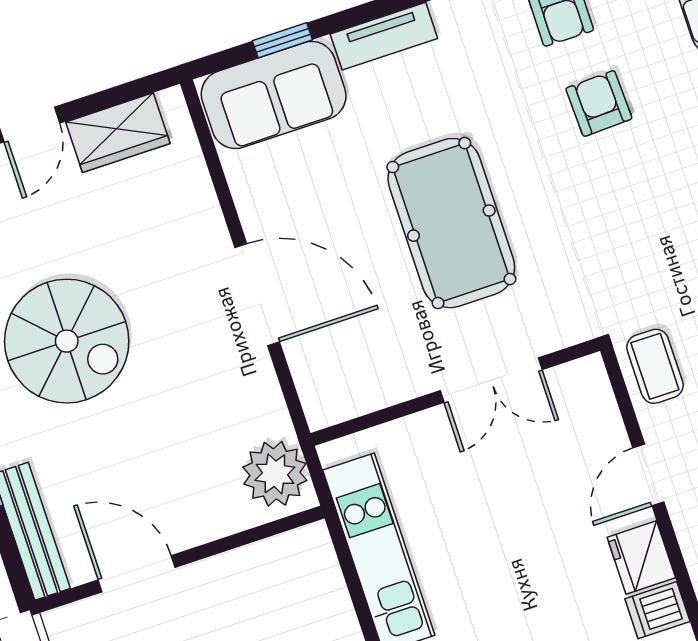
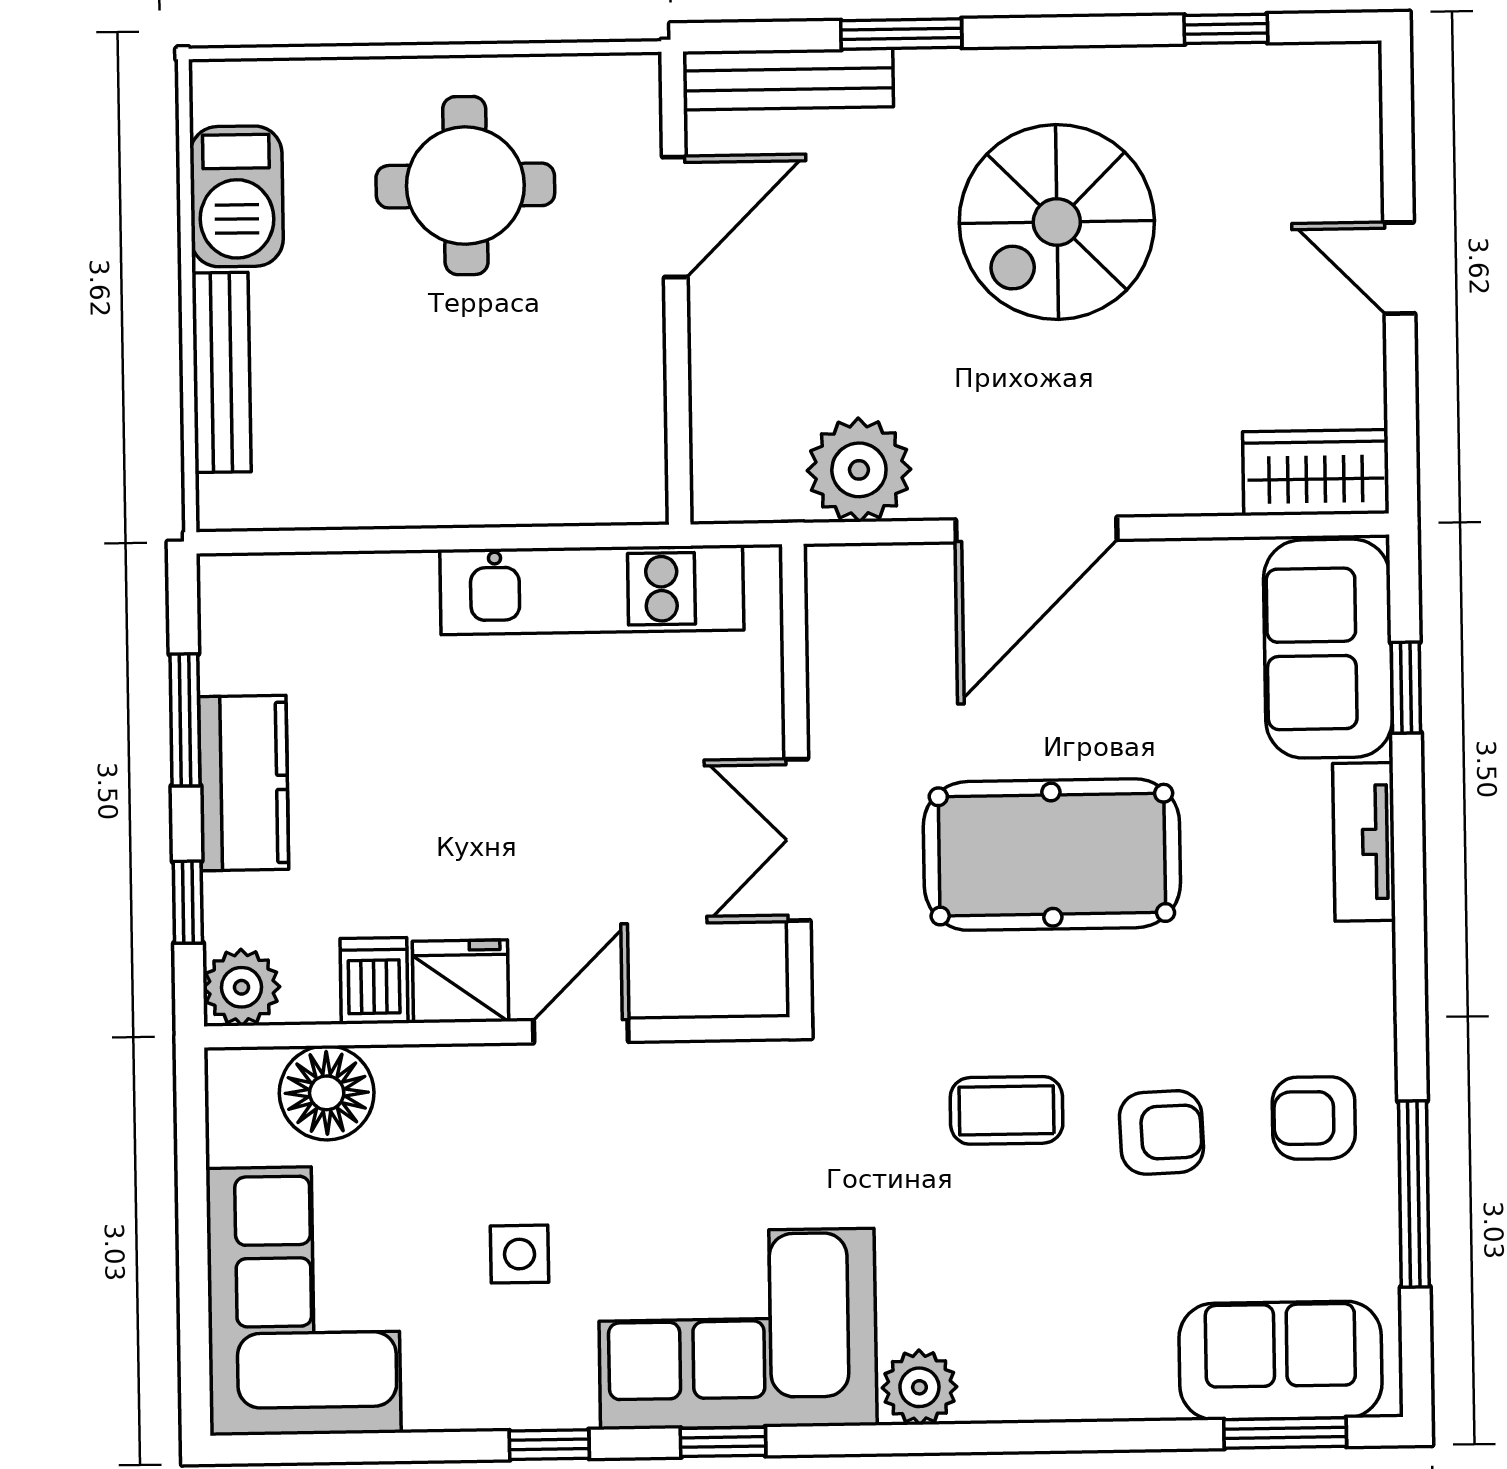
wardrobe: (118, 133) -> (1316, 473), moved, turned 90
coffee table: (655, 366) -> (1007, 1110), moved
plant: (275, 474) -> (859, 470), moved
door: (648, 475) -> (581, 1031), hinge flipped

